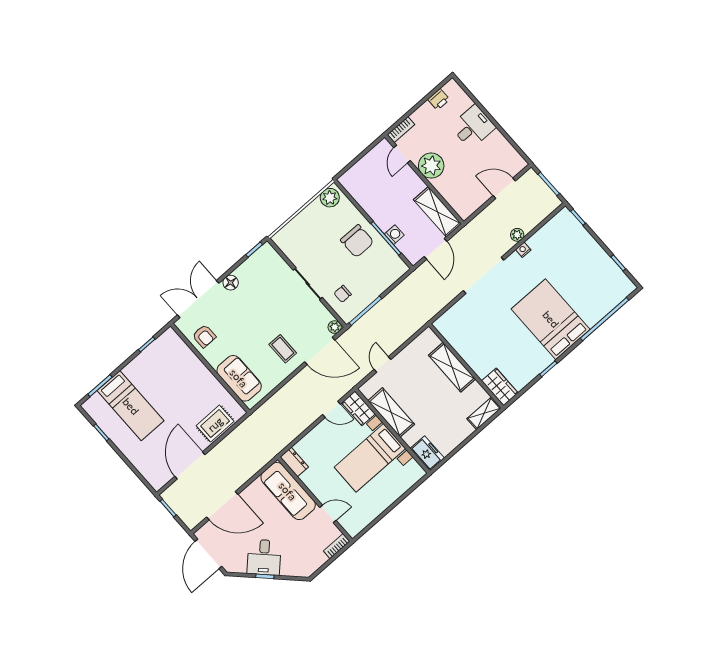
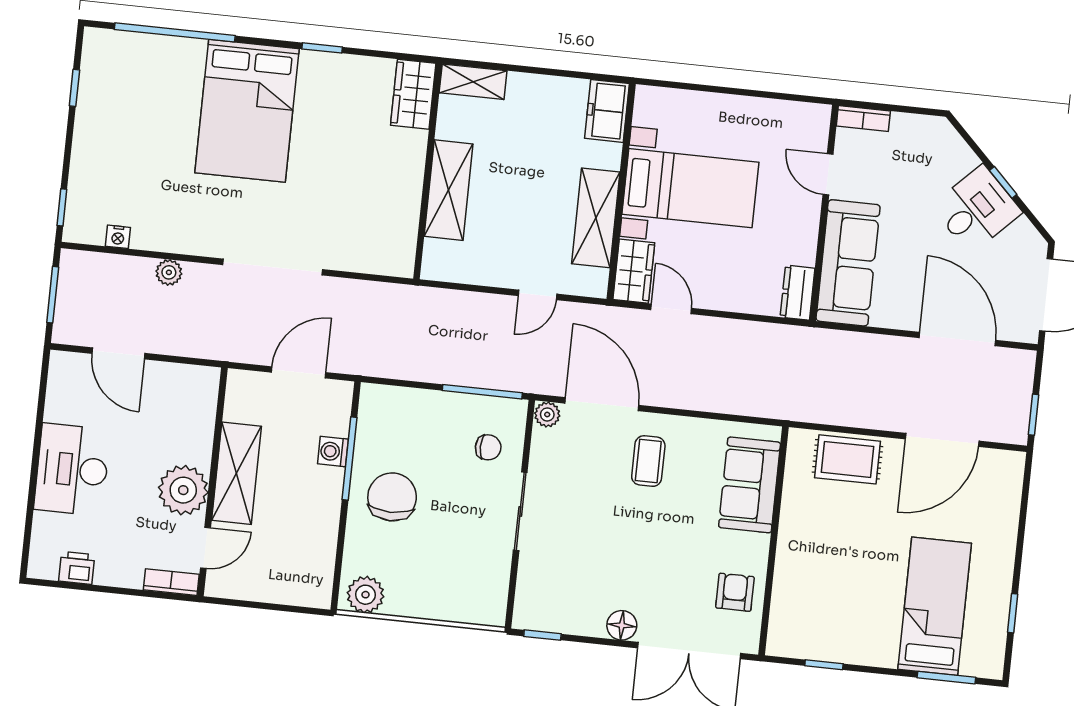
desk: (473, 127) -> (72, 469), width x1.37
shelving: (437, 212) -> (236, 473), moved
nightstand: (523, 250) -> (118, 237), moved

